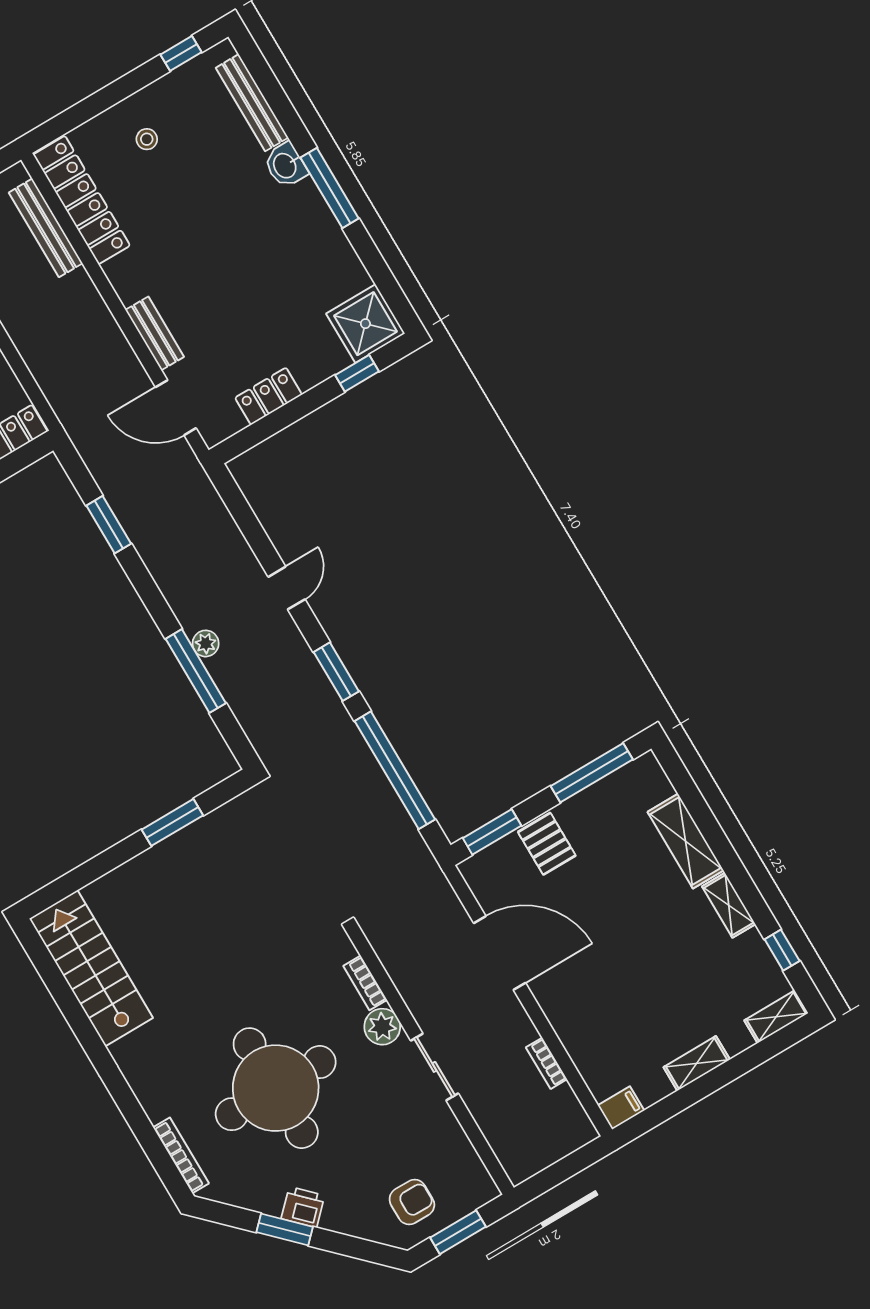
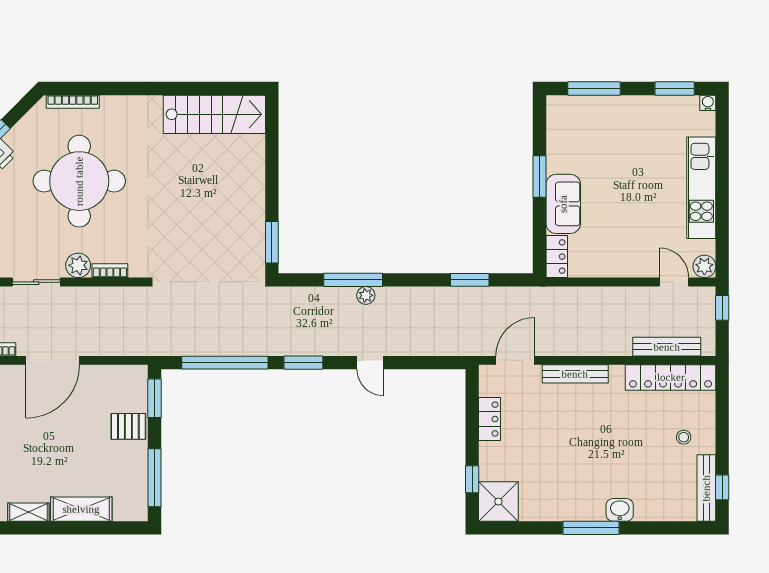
bench: (252, 103) -> (706, 488), moved, turned 90
bench: (155, 333) -> (575, 374), width x1.36
window: (172, 822) -> (272, 242), moved
door: (500, 953) -> (53, 360), moved

